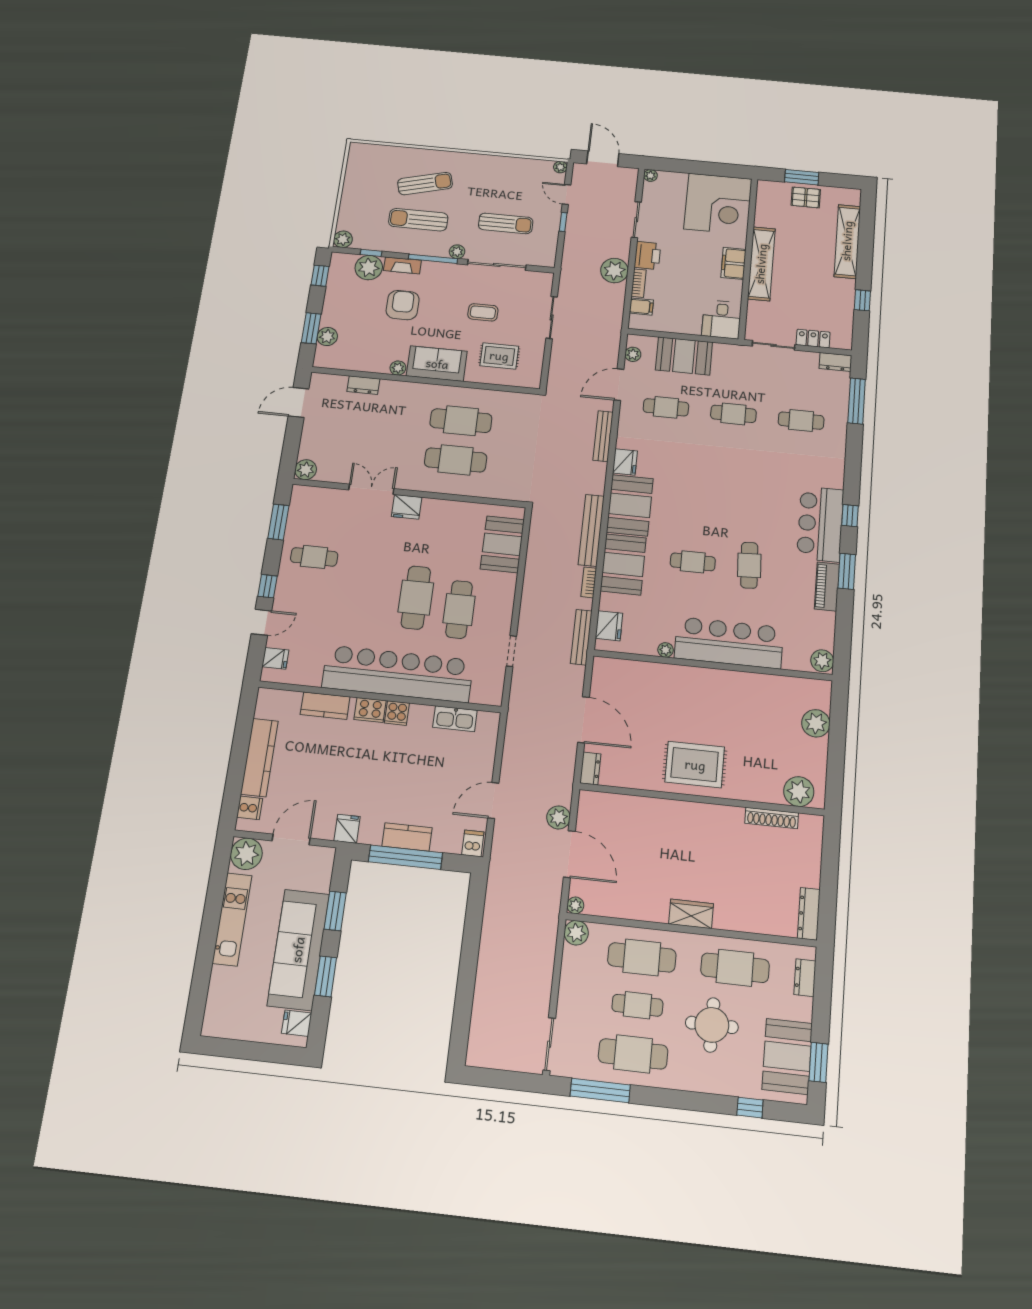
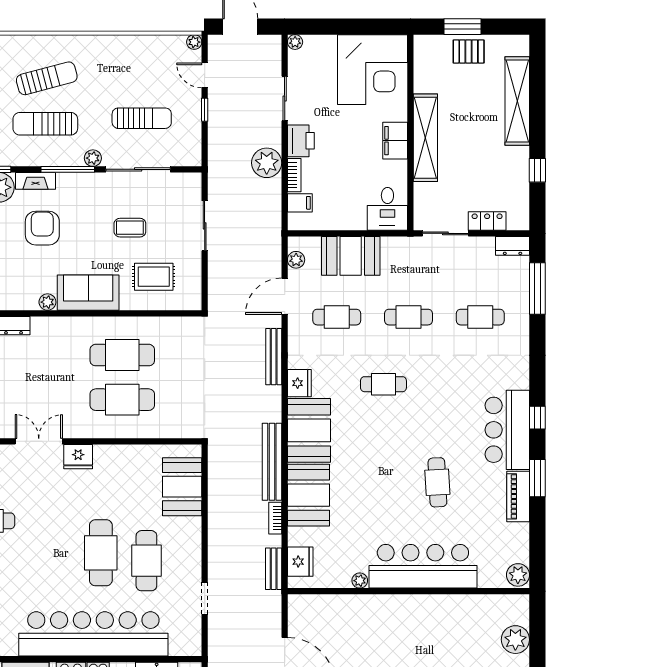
cafe table: (693, 562) -> (383, 384), moved
bench: (581, 637) -> (274, 569), width x0.73

